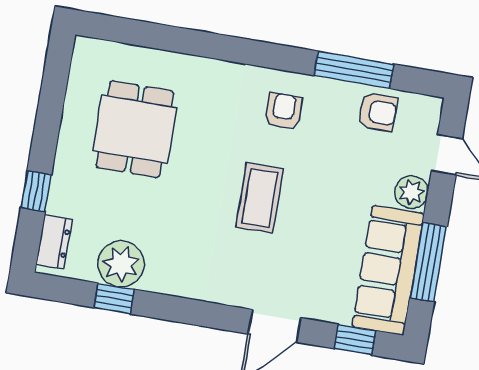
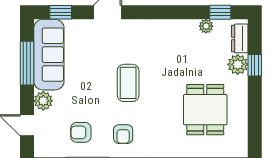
armchair: (378, 112) -> (81, 132), moved
plant: (65, 197) -> (238, 64), added
plant: (121, 264) -> (206, 26), width x0.53, depth x0.53
window: (114, 298) -> (220, 12), moved

